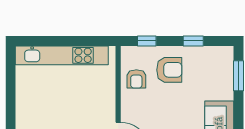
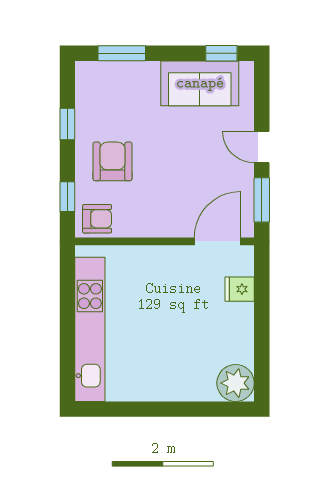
armchair: (136, 79) -> (97, 219), moved

